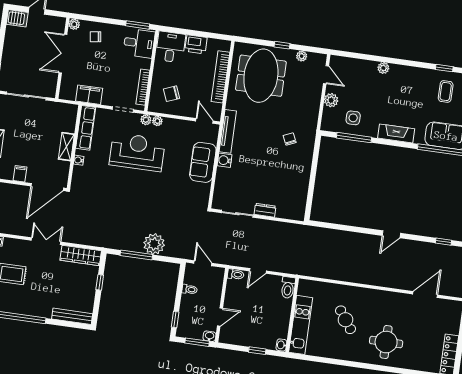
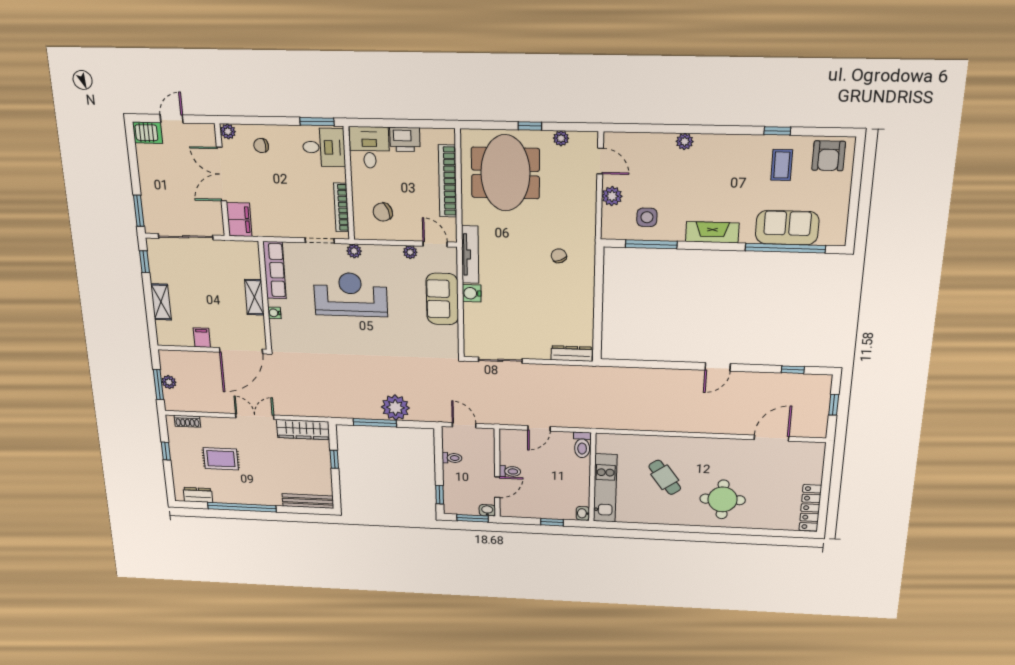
filing cabinet: (89, 95) -> (239, 220), moved, turned 90
plant: (157, 121) -> (410, 252), moved
dresser: (265, 210) -> (572, 354), moved, width x1.44
toilet: (236, 274) -> (510, 471), moved

